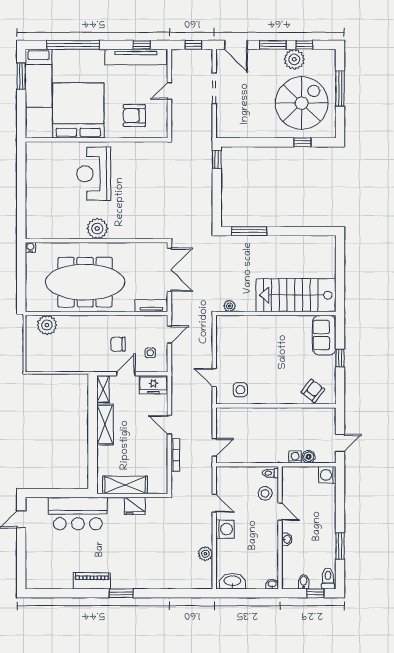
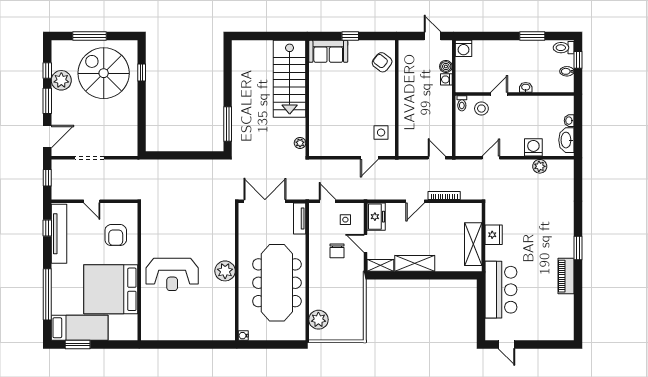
window: (217, 159) -> (158, 155), removed
washing machine: (225, 529) -> (533, 147), moved
washbasin: (272, 584) -> (569, 121), moved

